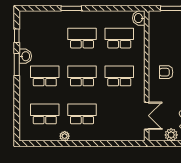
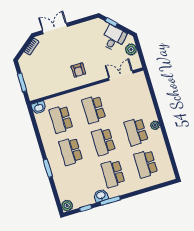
plant: (25, 17) -> (67, 206), added
plant: (65, 136) -> (155, 125), moved

